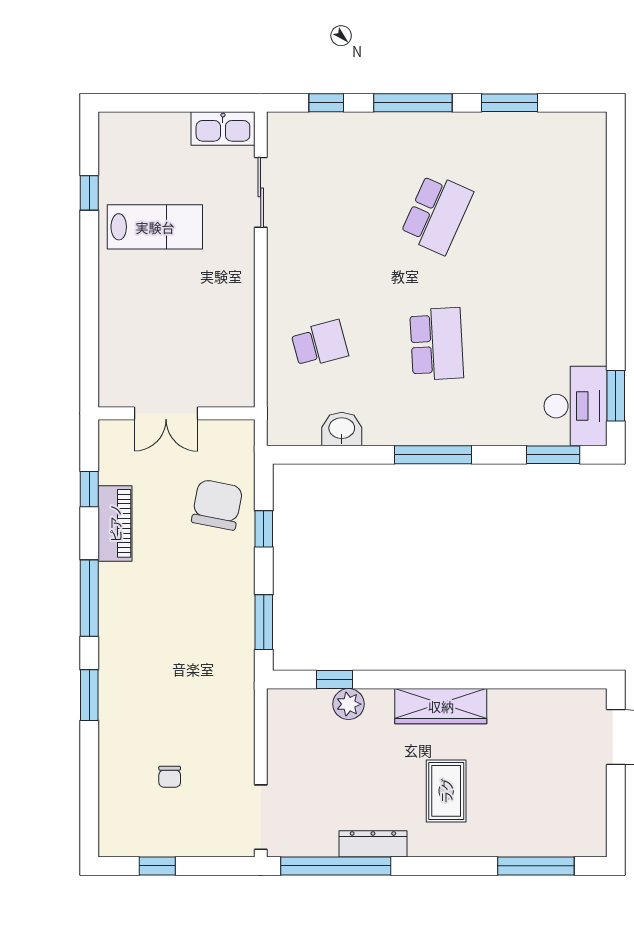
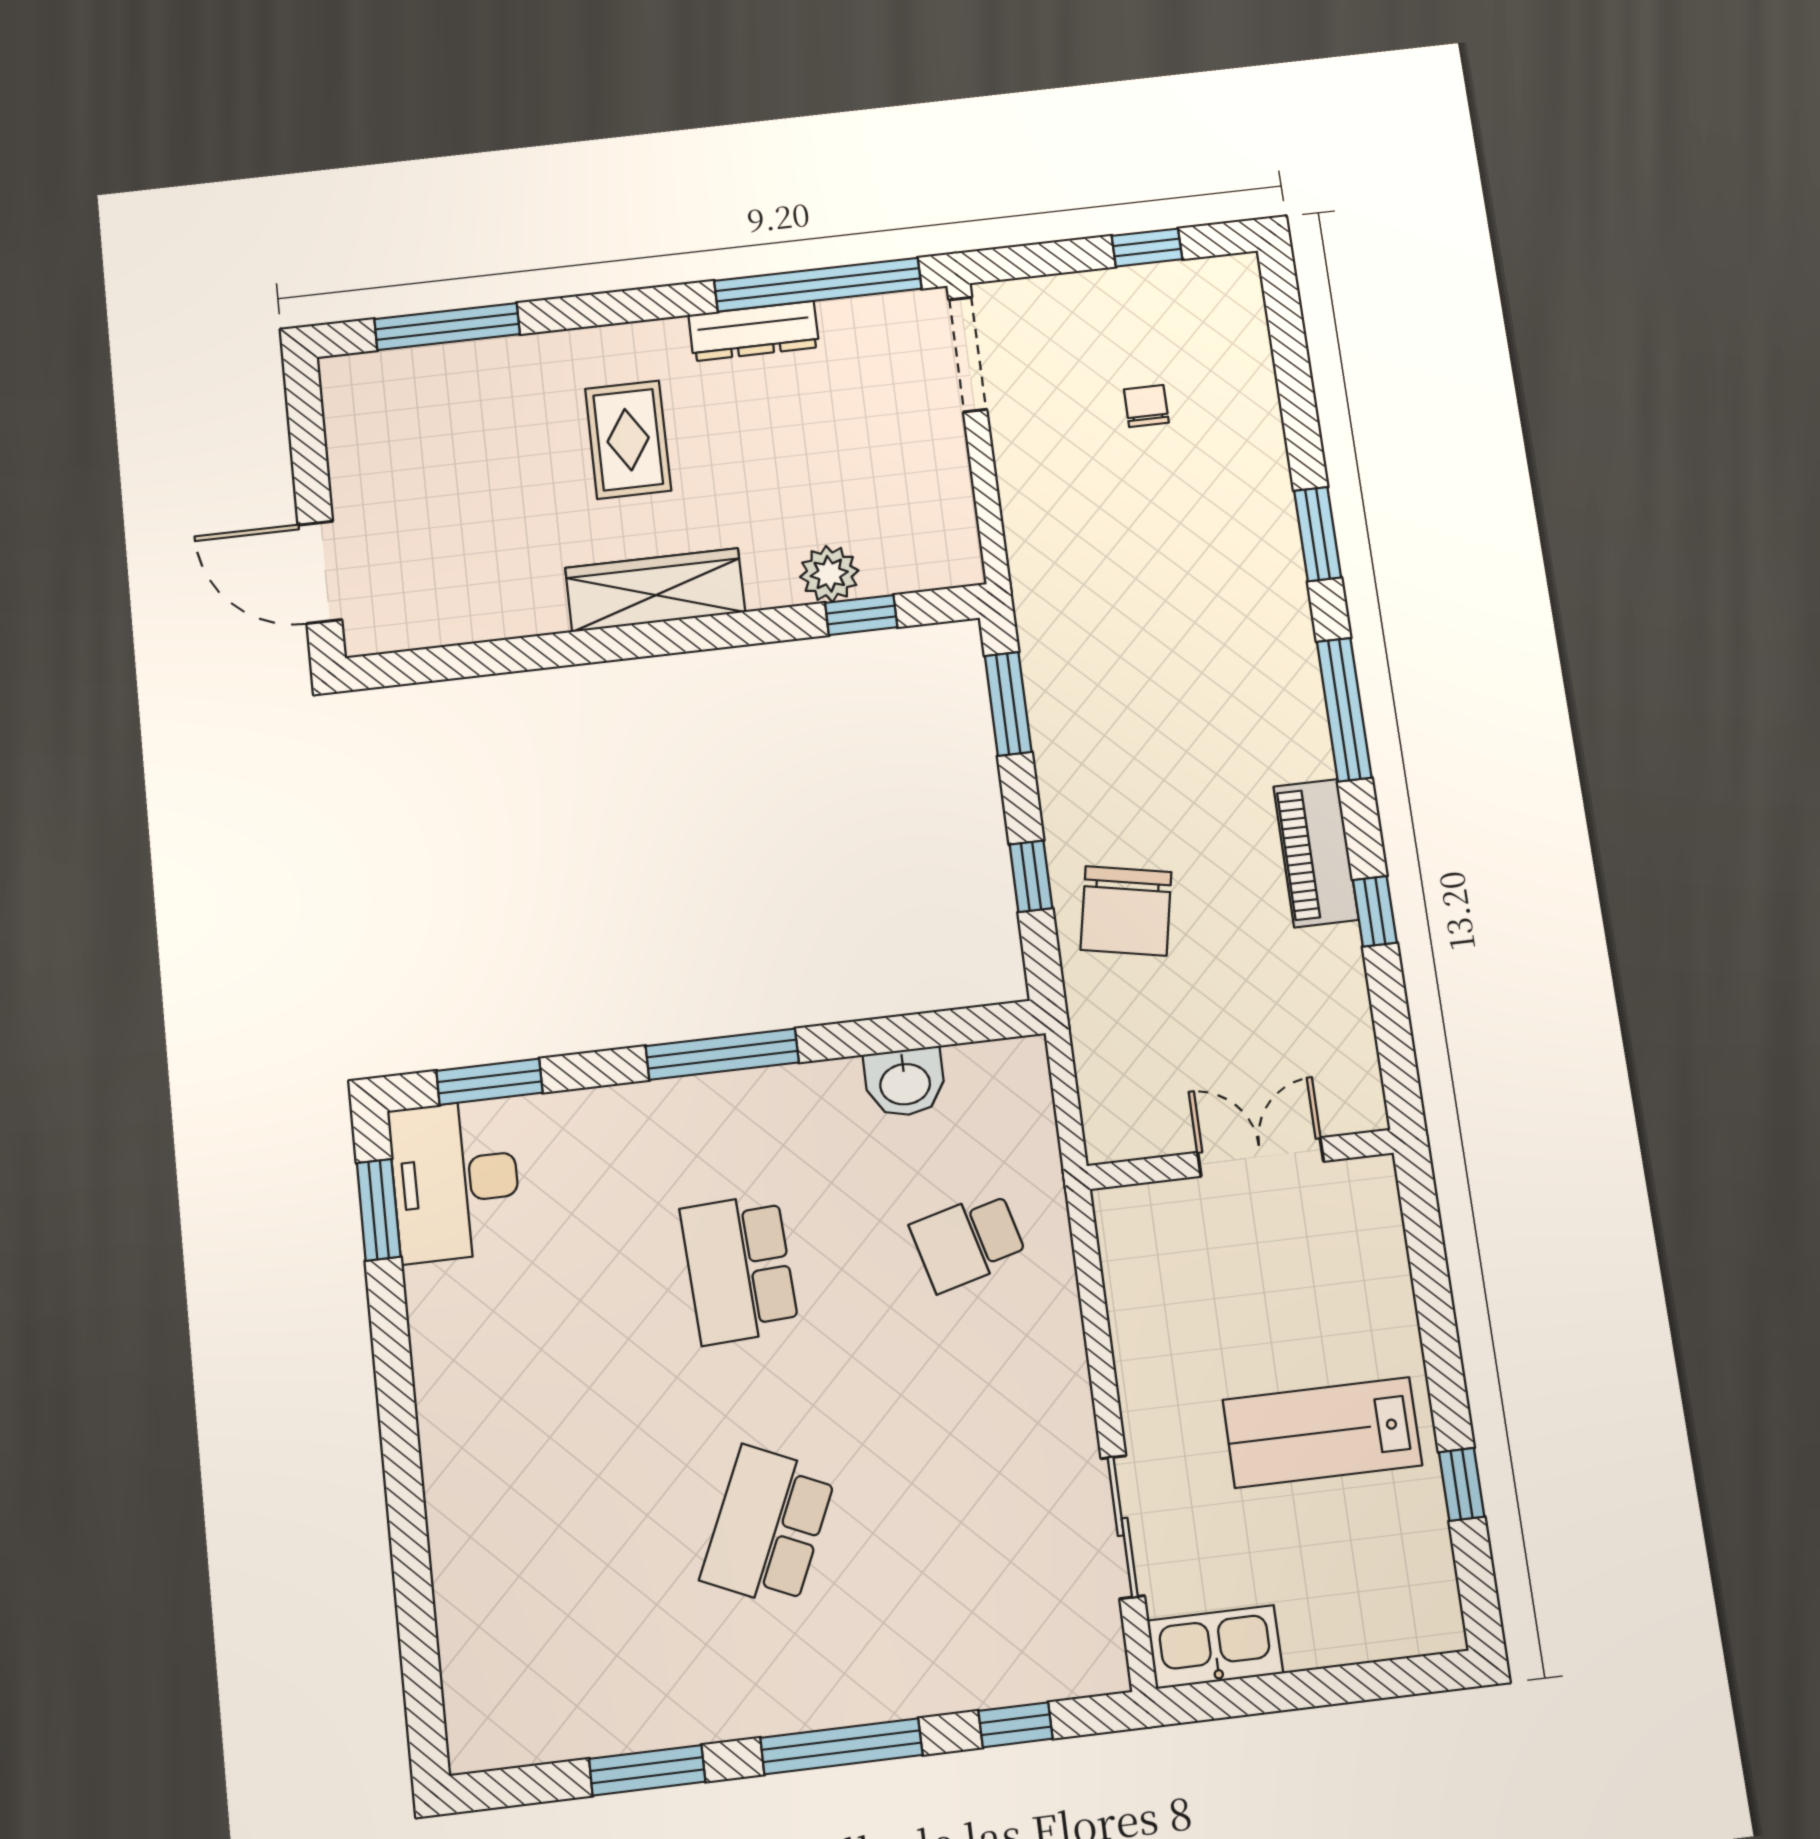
double door: (166, 413) -> (1261, 1157), moved
wall: (176, 413) -> (1240, 1159), moved

